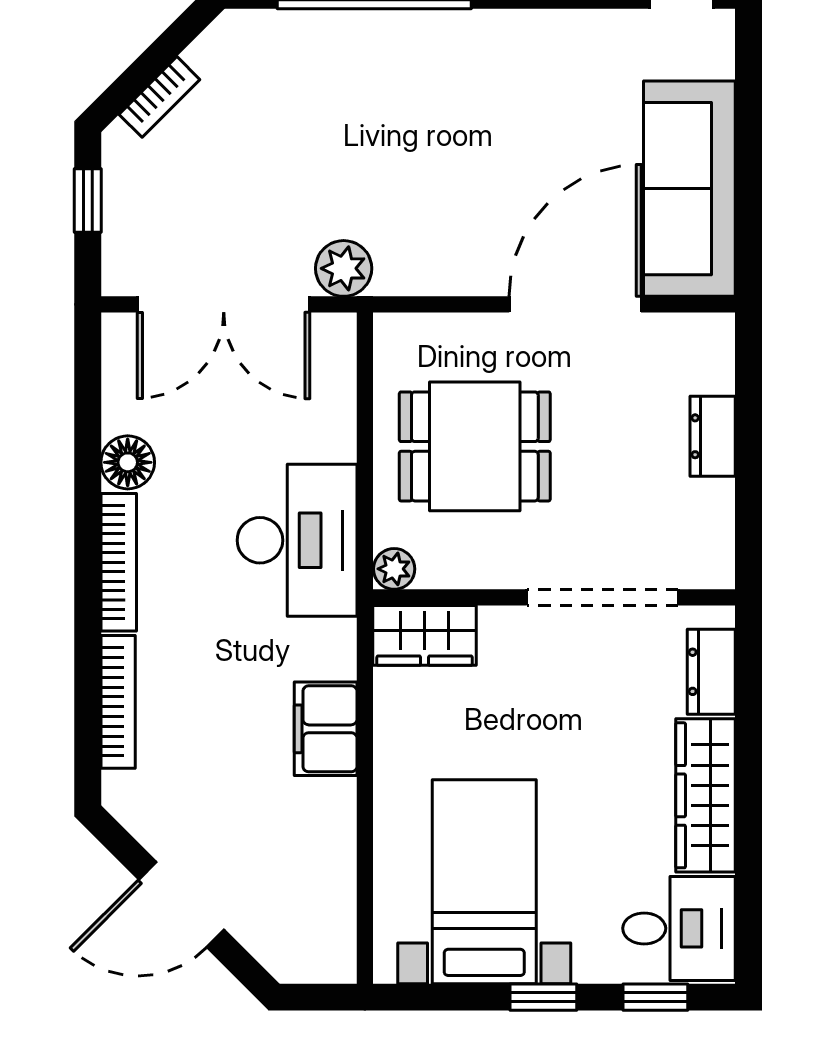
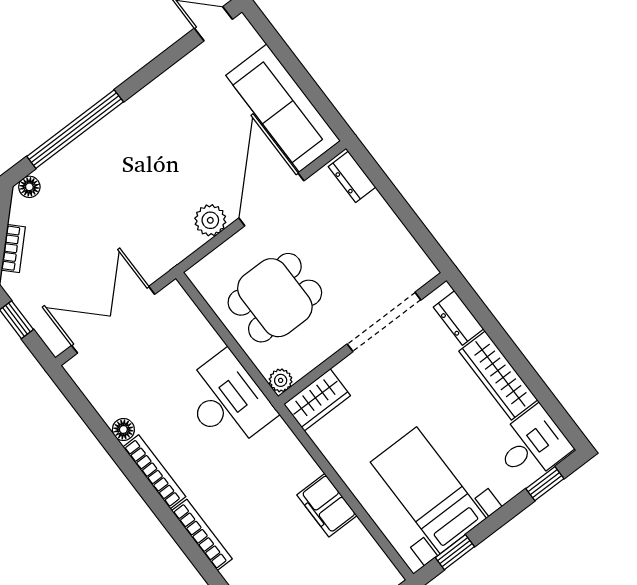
floor lamp: (248, 28) -> (29, 187), added
plant: (344, 268) -> (210, 220), moved
double door: (224, 304) -> (113, 320), swing flipped
dresser: (713, 436) -> (352, 177), moved
floor lamp: (128, 462) -> (123, 430), width x0.73, depth x0.73
filing cabinet: (326, 729) -> (327, 505), moved
window: (543, 997) -> (455, 552), moved

